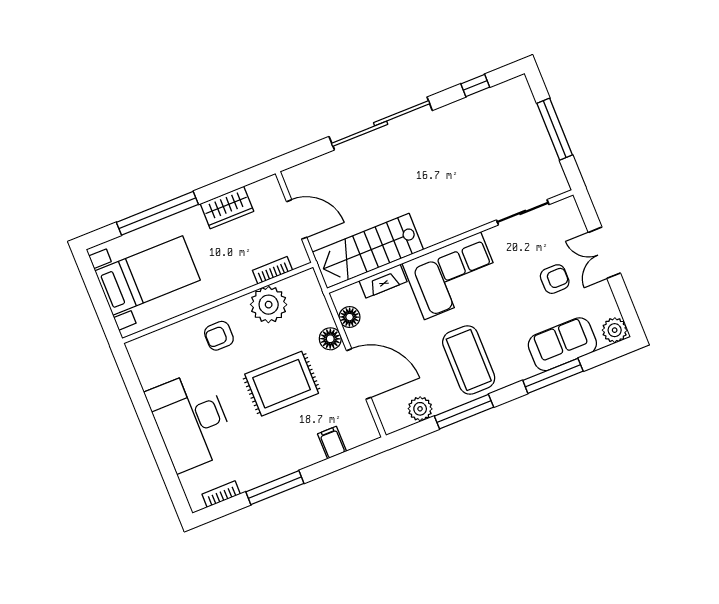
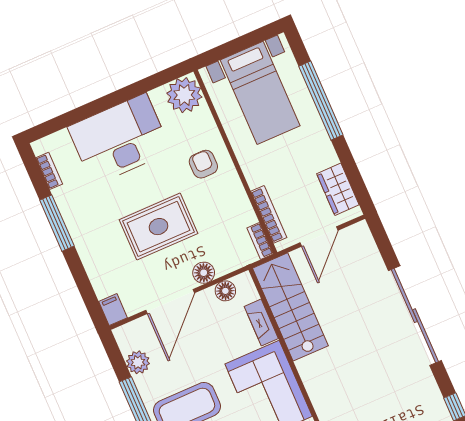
wardrobe: (227, 207) -> (338, 189), moved
bookcase: (272, 270) -> (269, 214), width x1.56
bookcase: (299, 280) -> (260, 241), added
plant: (269, 305) -> (184, 95), moved
rug: (282, 384) -> (158, 227), turned 90
filing cabinet: (332, 443) -> (113, 310), moved, turned -90

